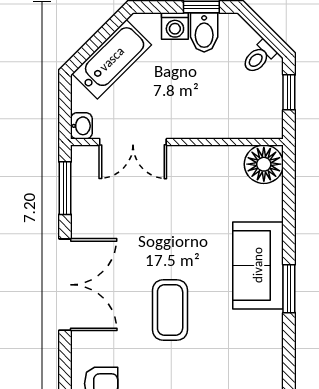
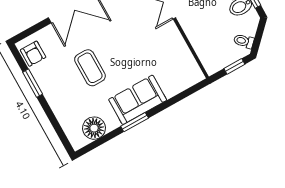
floor lamp: (264, 164) -> (94, 128), moved
coffee table: (170, 310) -> (90, 68), turned 90

